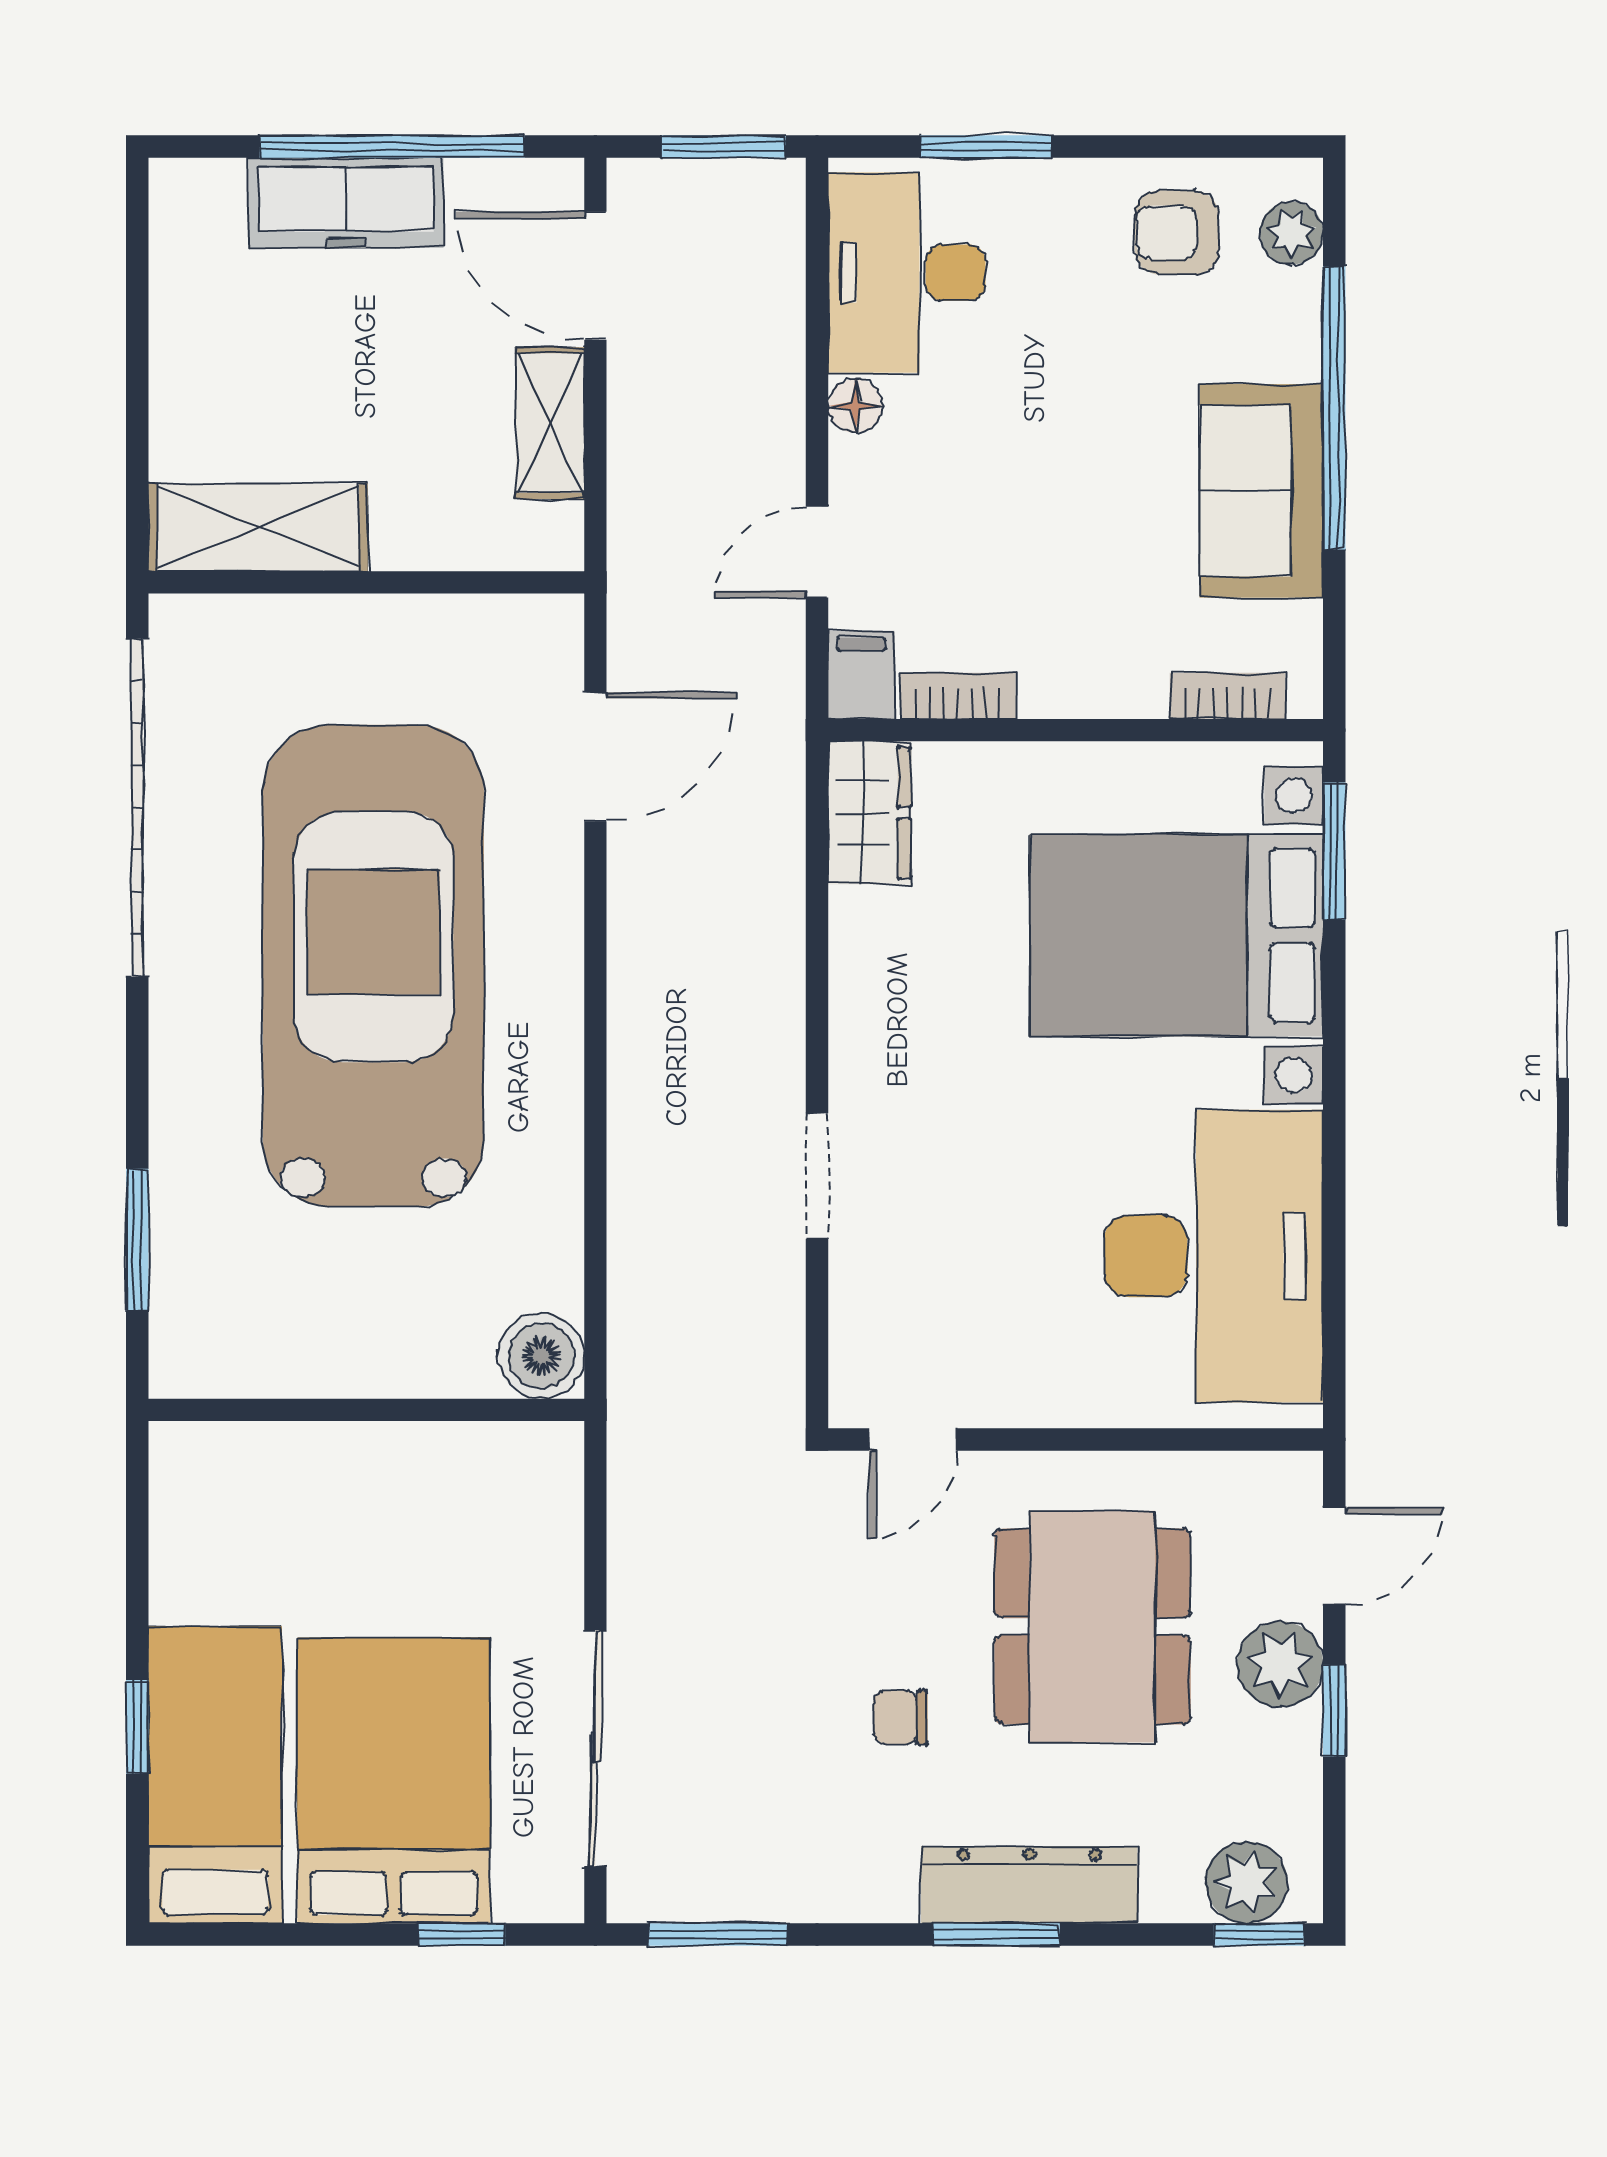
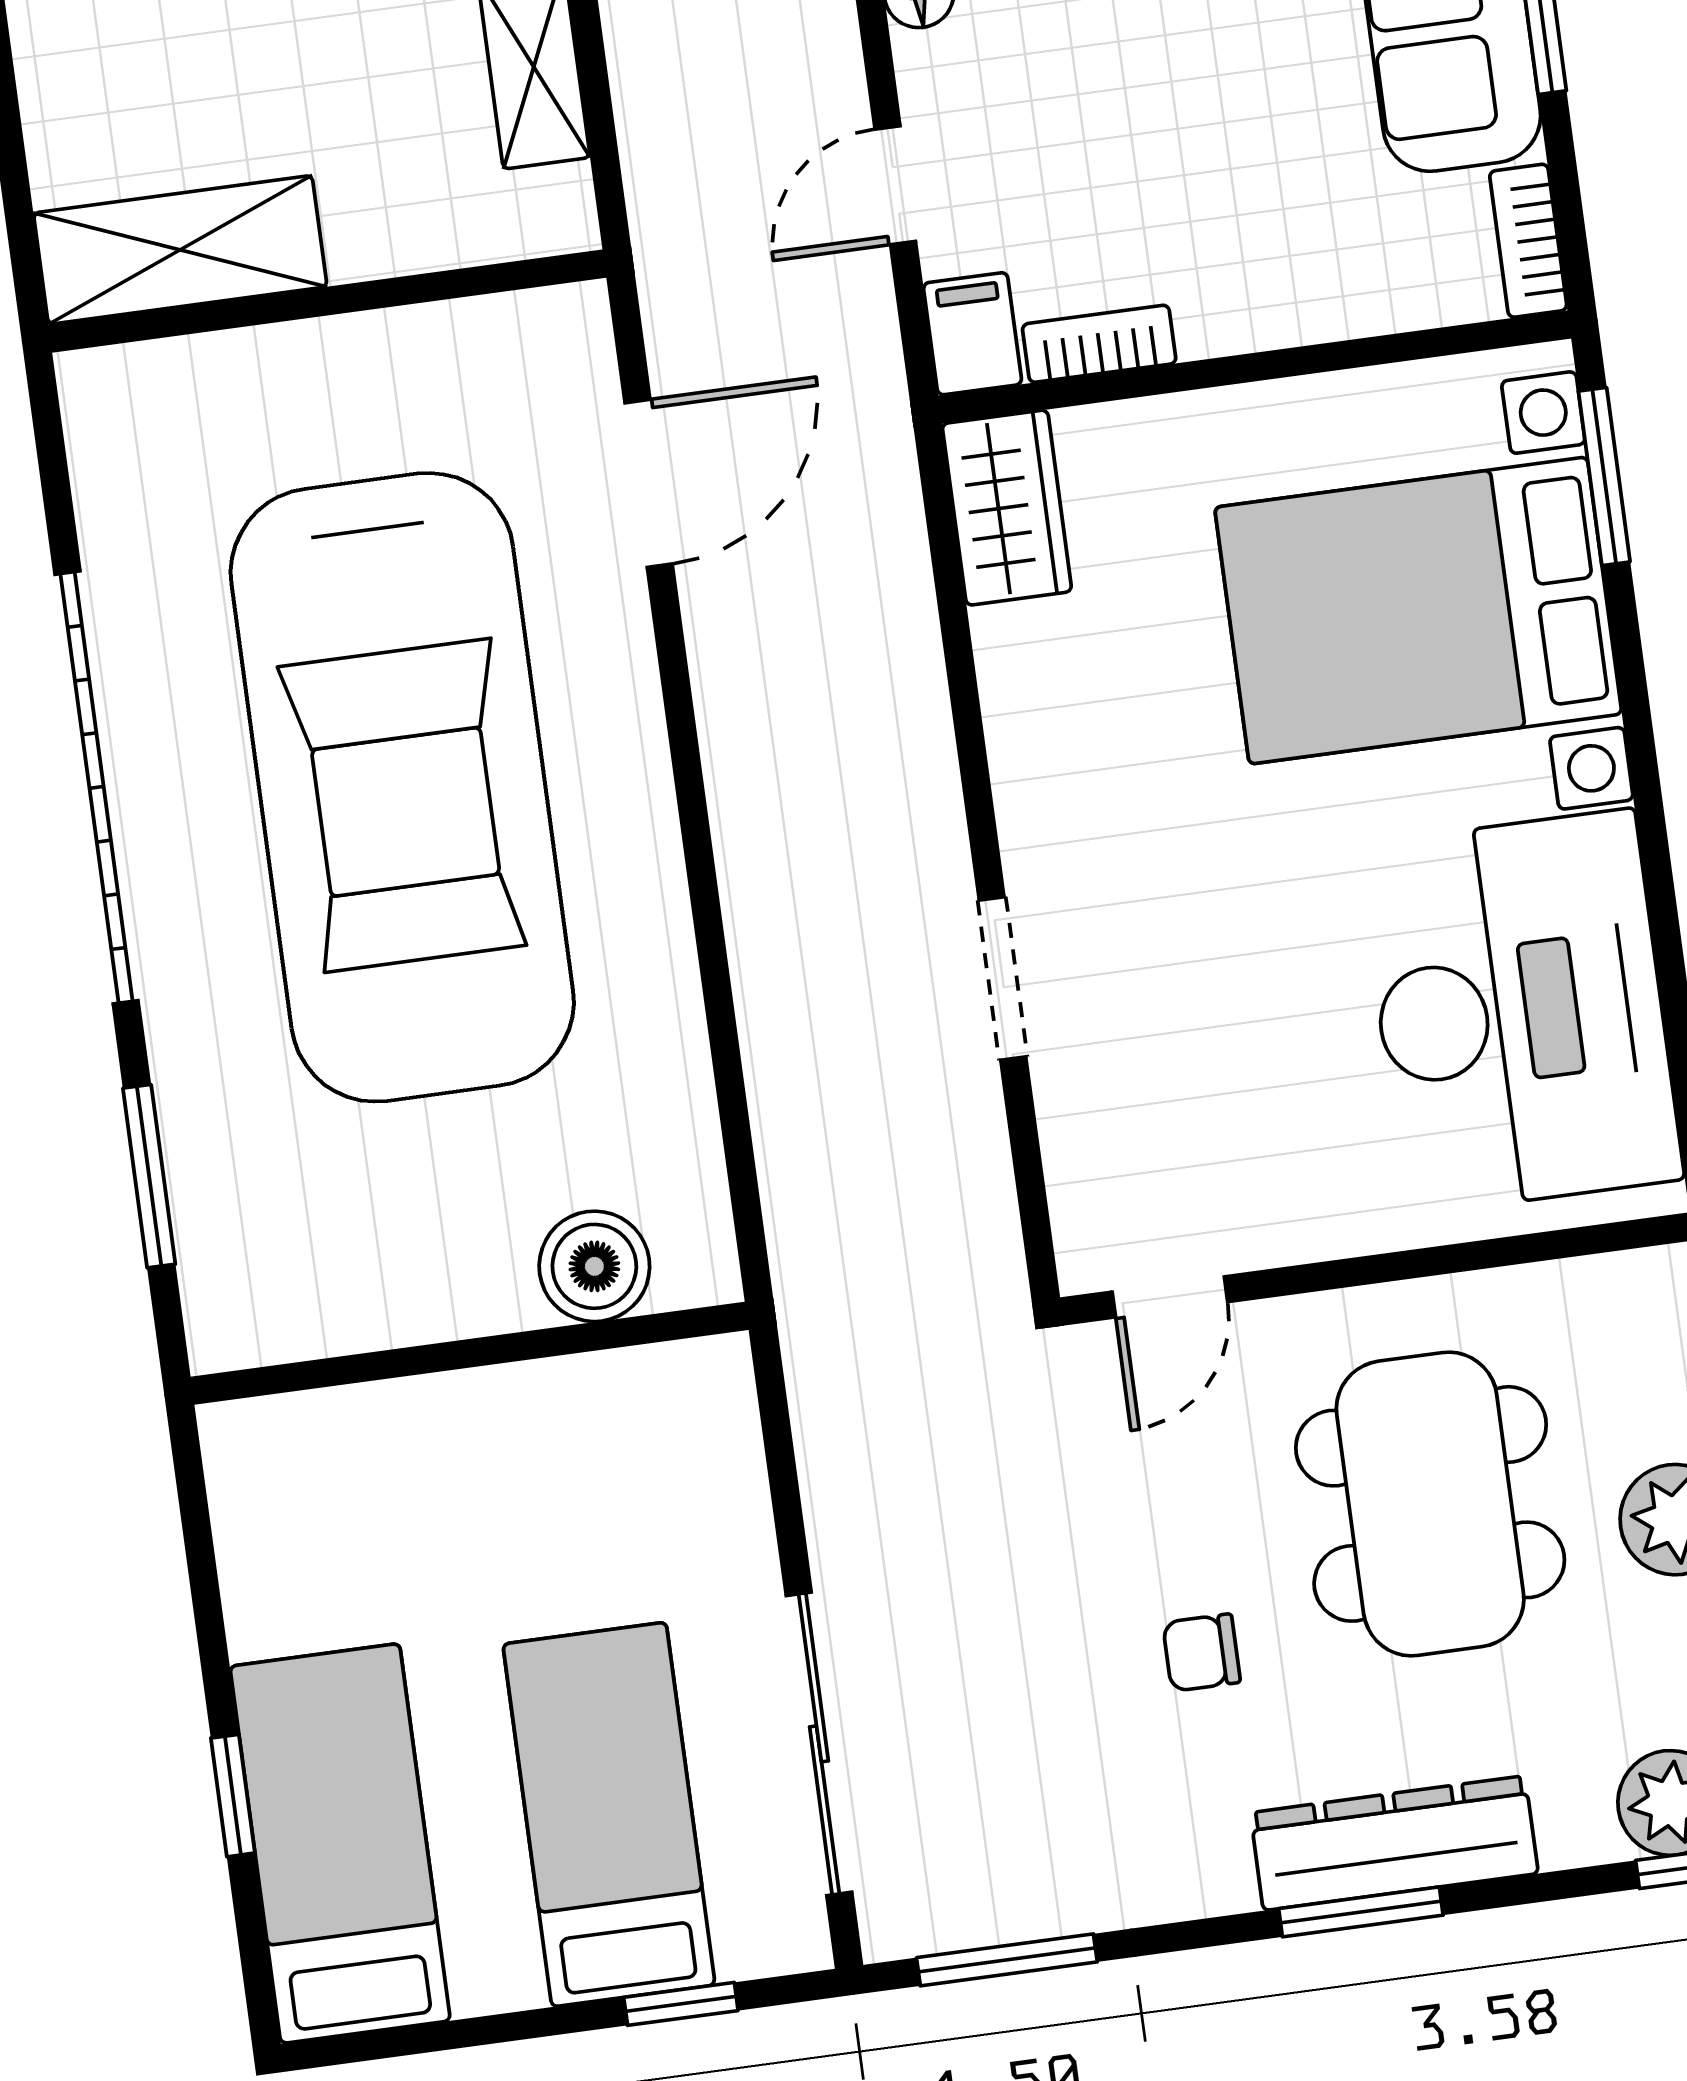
bookcase: (1228, 696) -> (1528, 241), moved, turned -90
garage door: (137, 808) -> (97, 787), moved
car: (373, 966) -> (402, 787), turned 180
boiler: (541, 1356) -> (594, 1266), moved
bed: (394, 1781) -> (609, 1814), width x0.67

